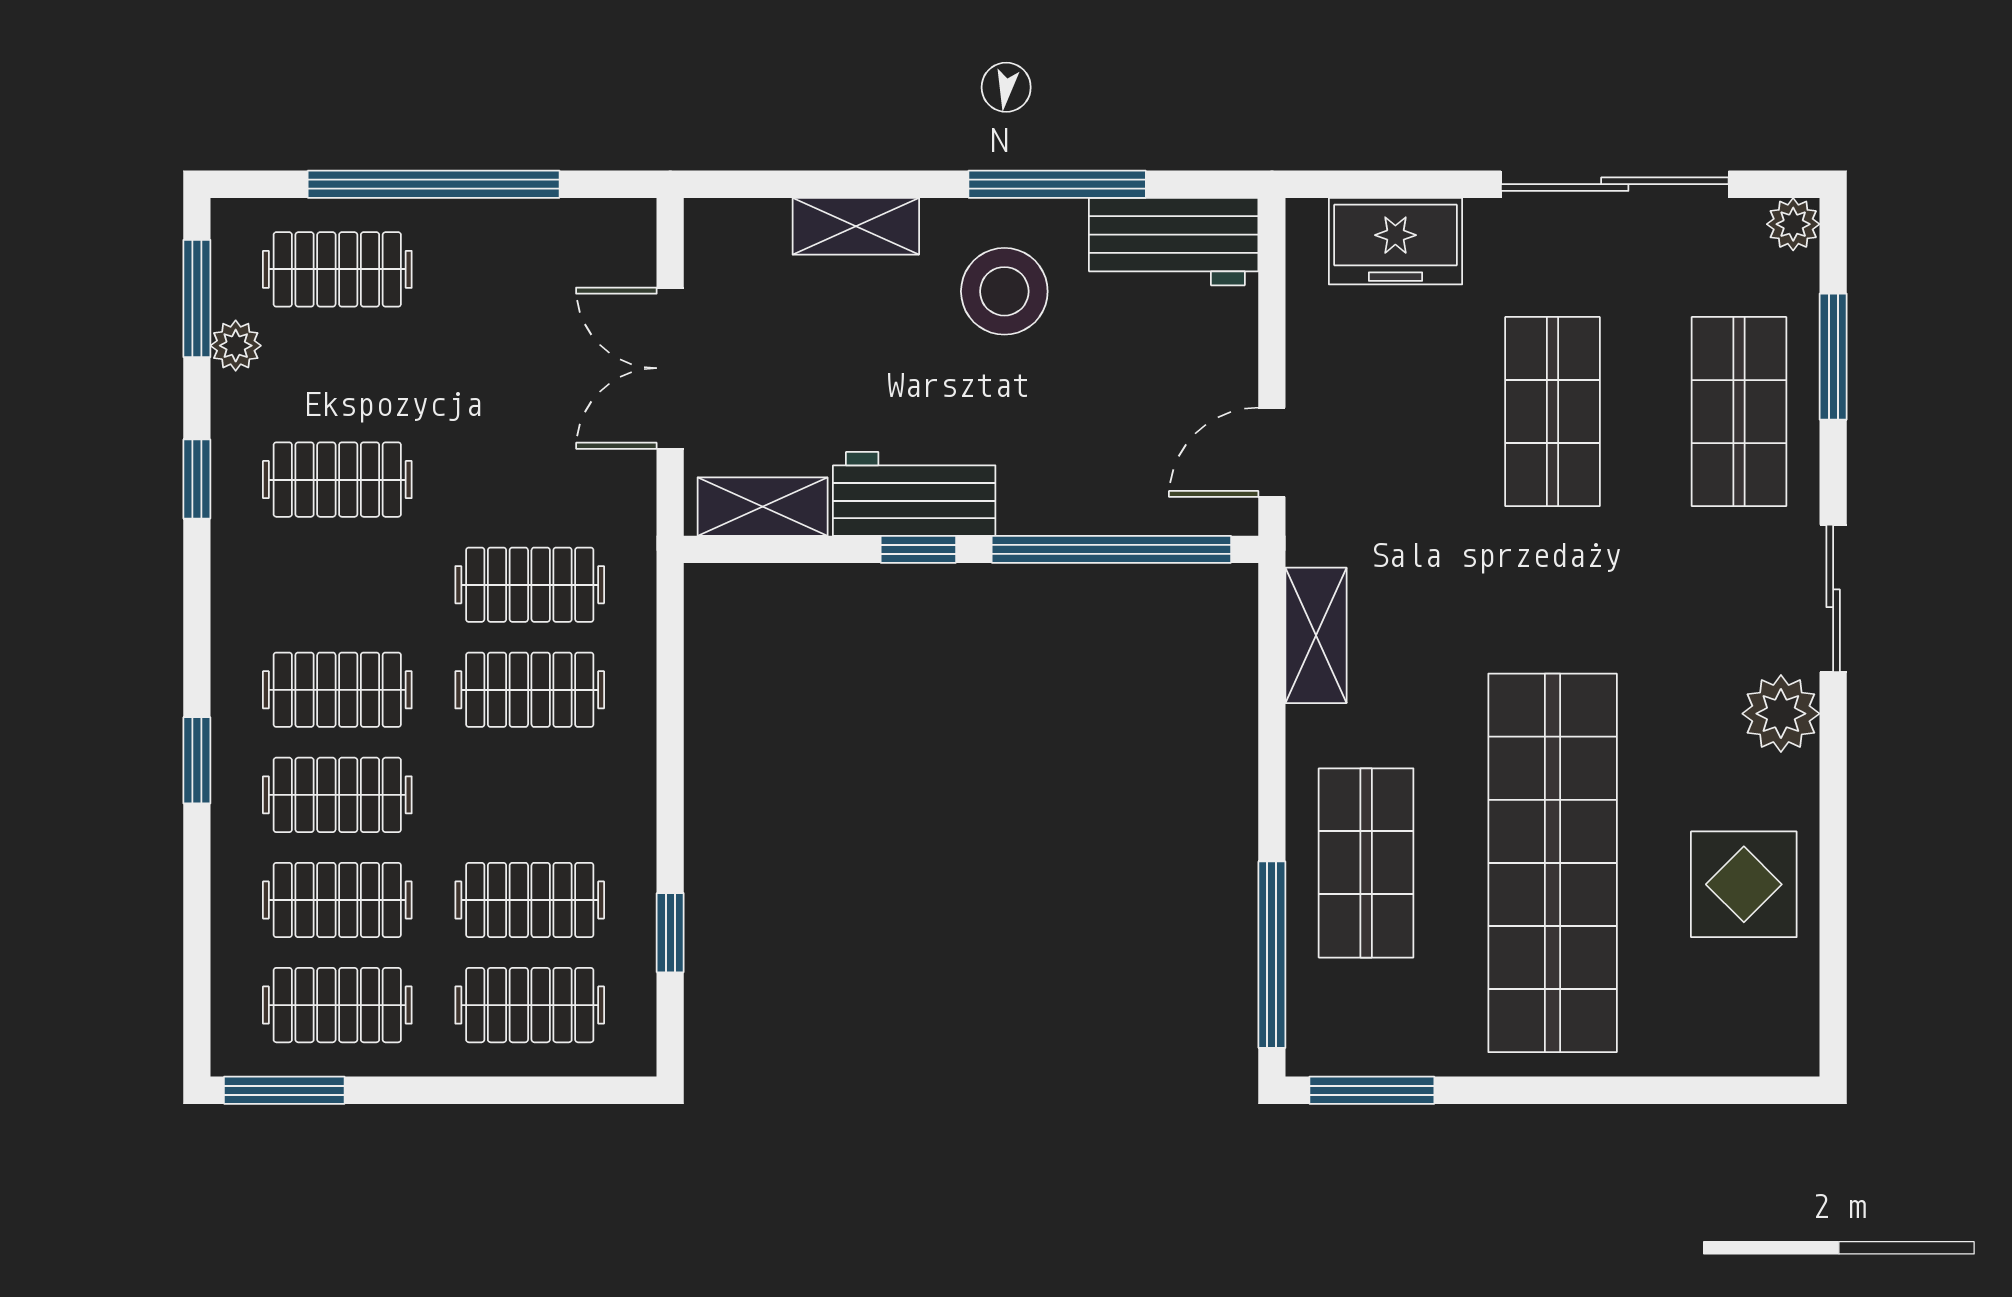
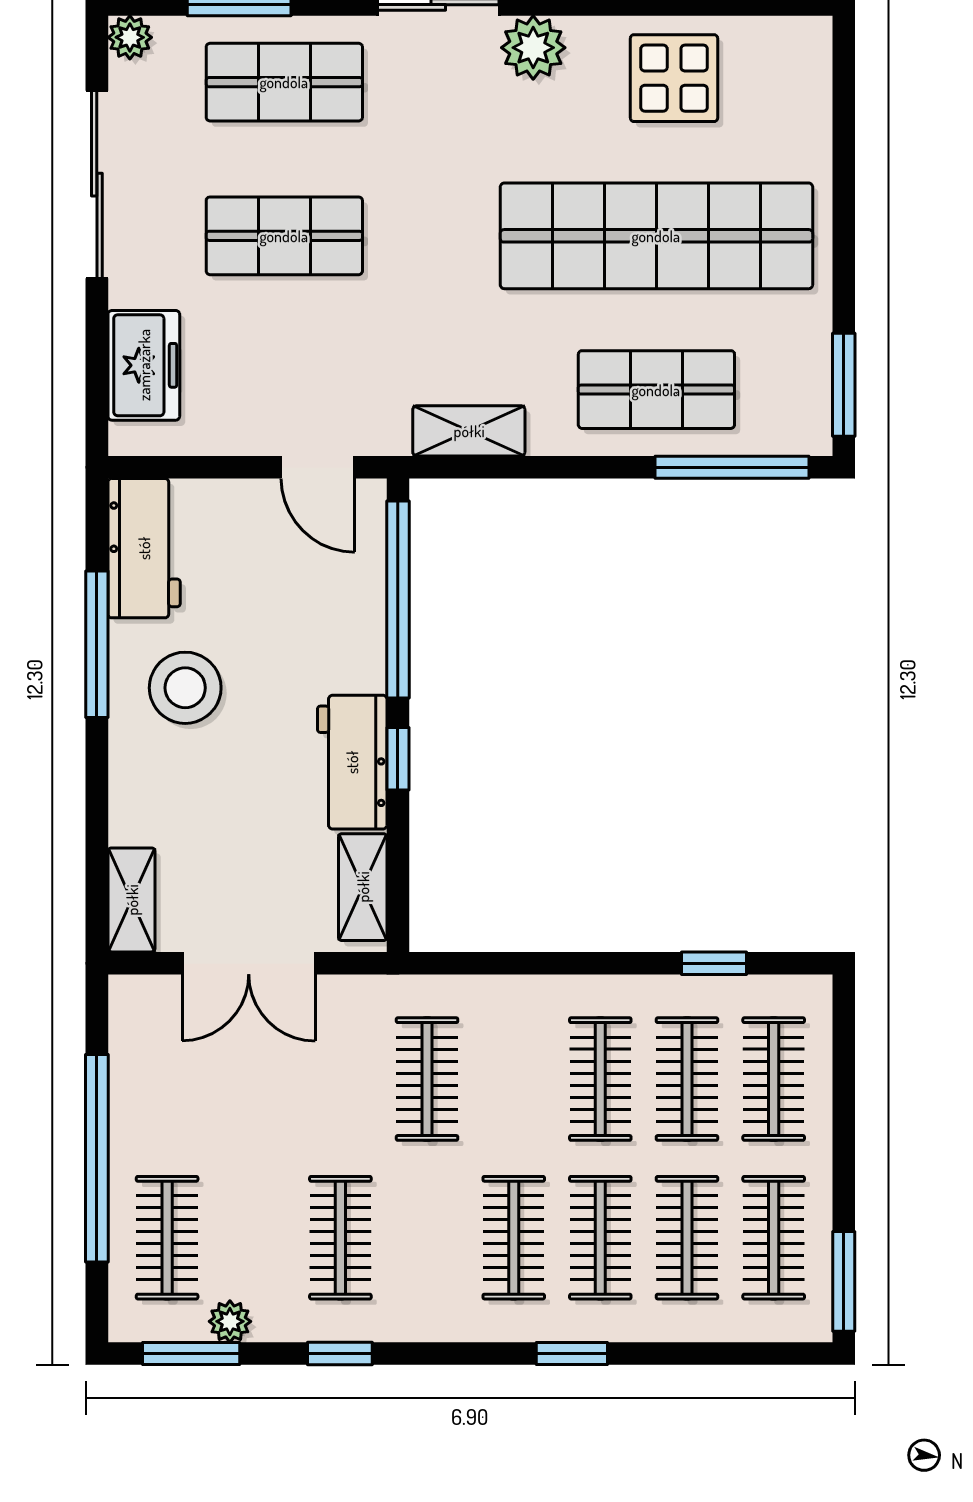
shelving: (856, 226) -> (132, 900), moved
clothes rail: (530, 690) -> (600, 1079), moved

